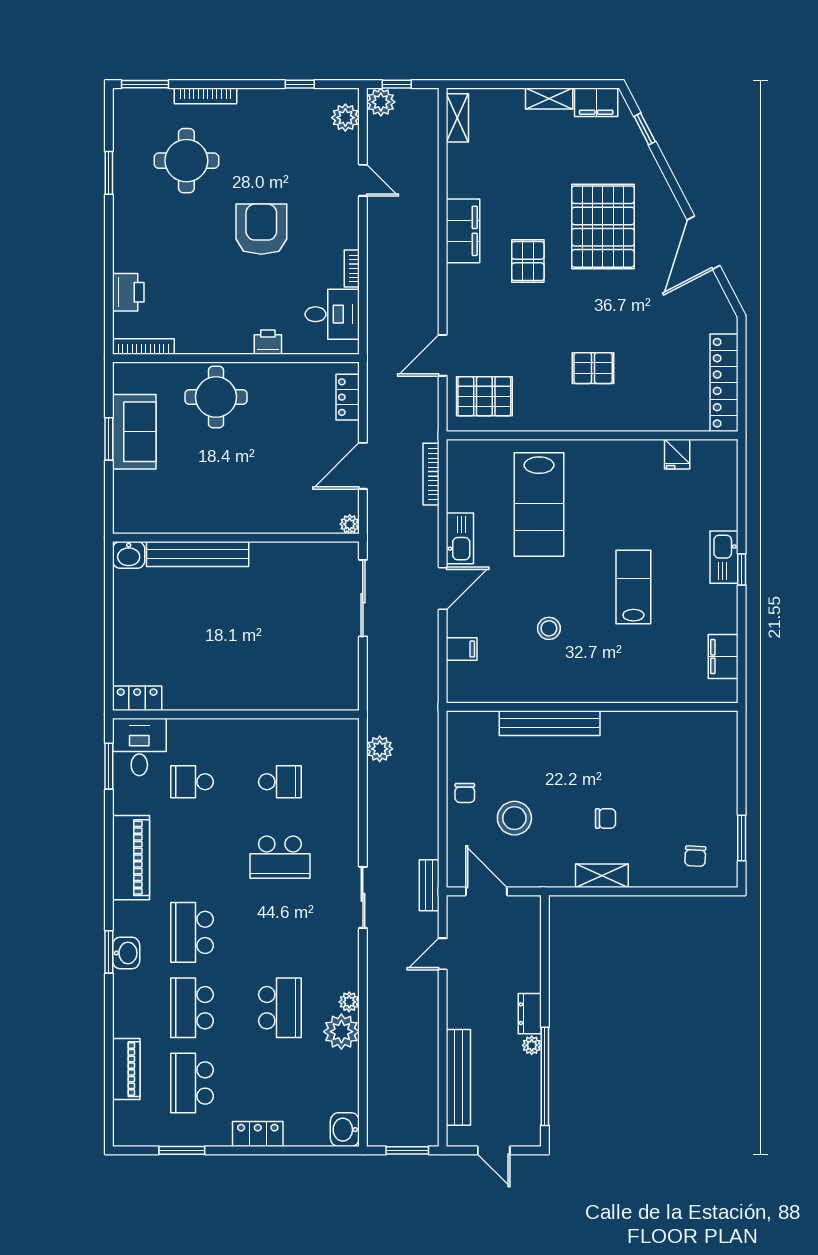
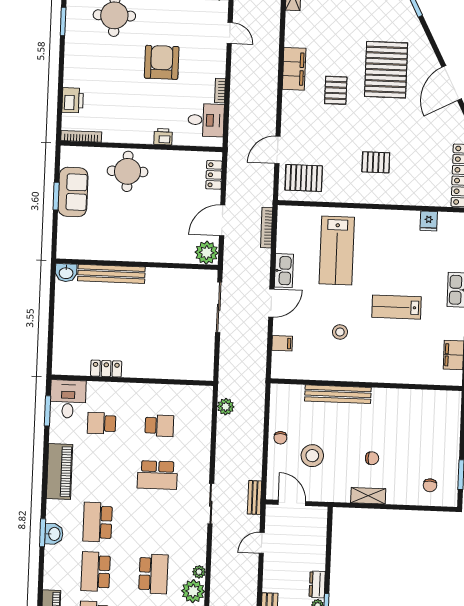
plant: (350, 524) -> (207, 253), width x1.87, depth x1.87
lab bench: (633, 587) -> (396, 307), turned -90
locker: (137, 698) -> (106, 369), moved

